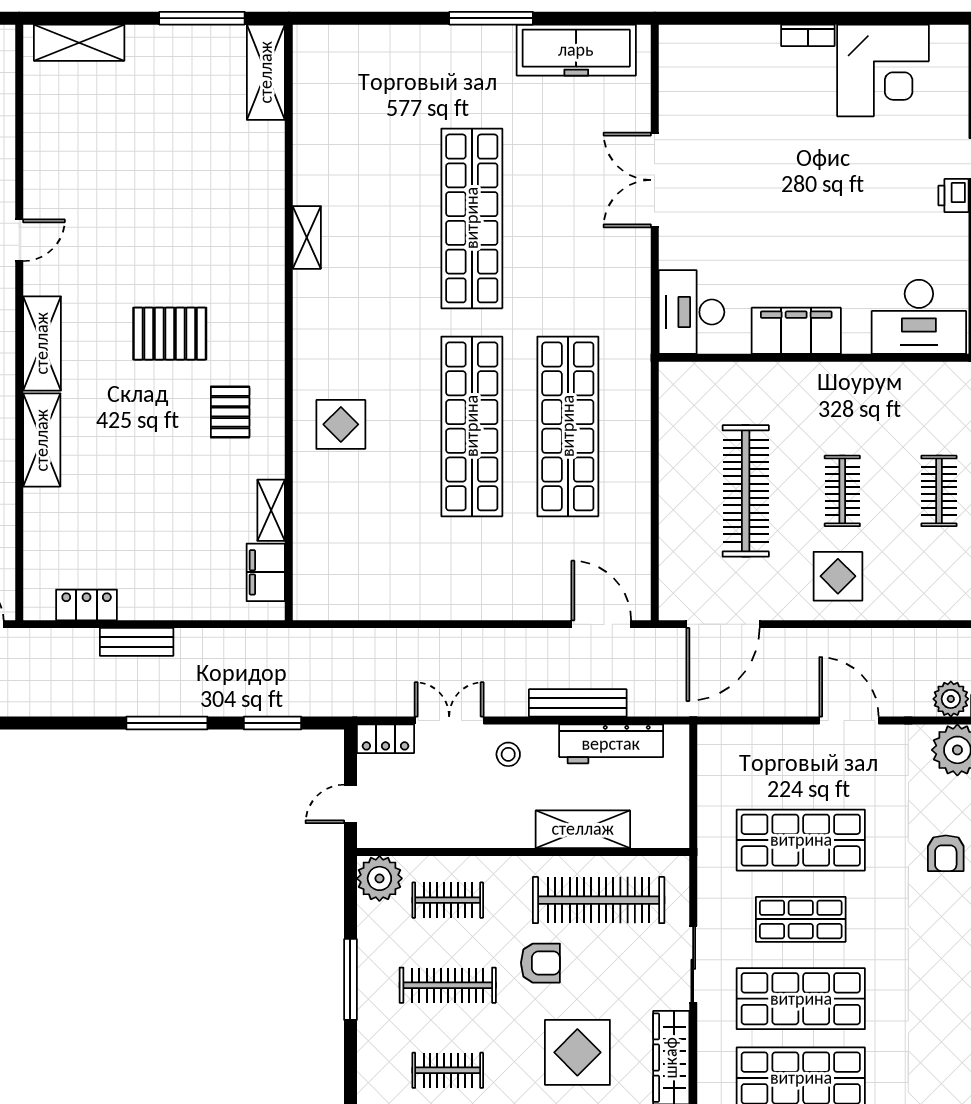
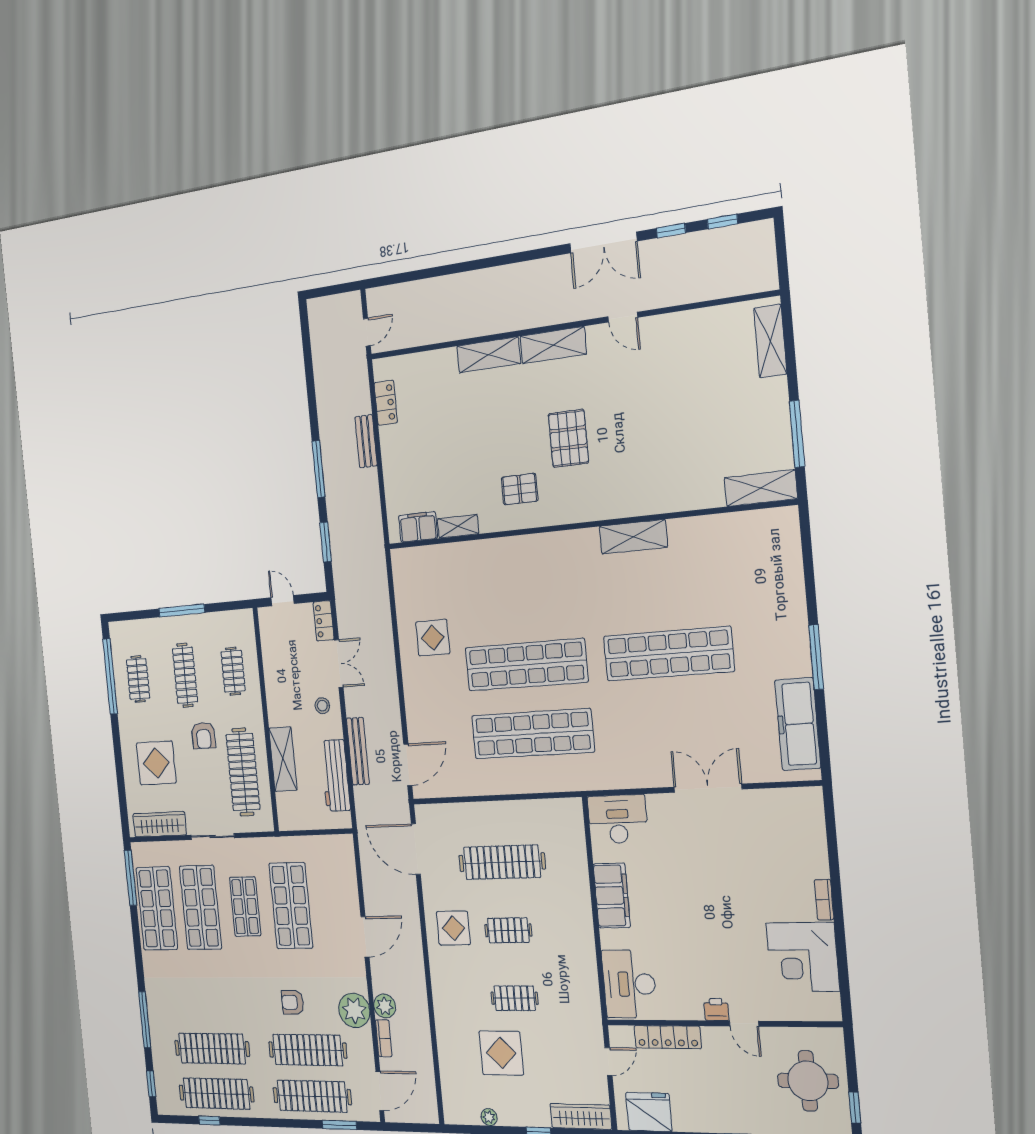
shelving: (307, 237) -> (633, 537), width x1.50, depth x1.33
display table: (341, 424) -> (433, 638), moved
plant: (379, 878) -> (241, 624), removed

